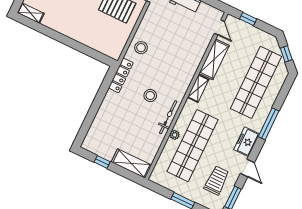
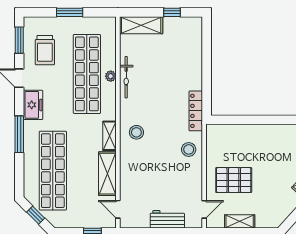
stool: (150, 96) -> (136, 132), moved
bicycle: (168, 117) -> (126, 77), moved

